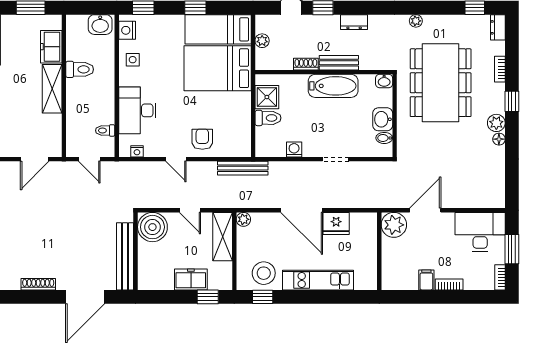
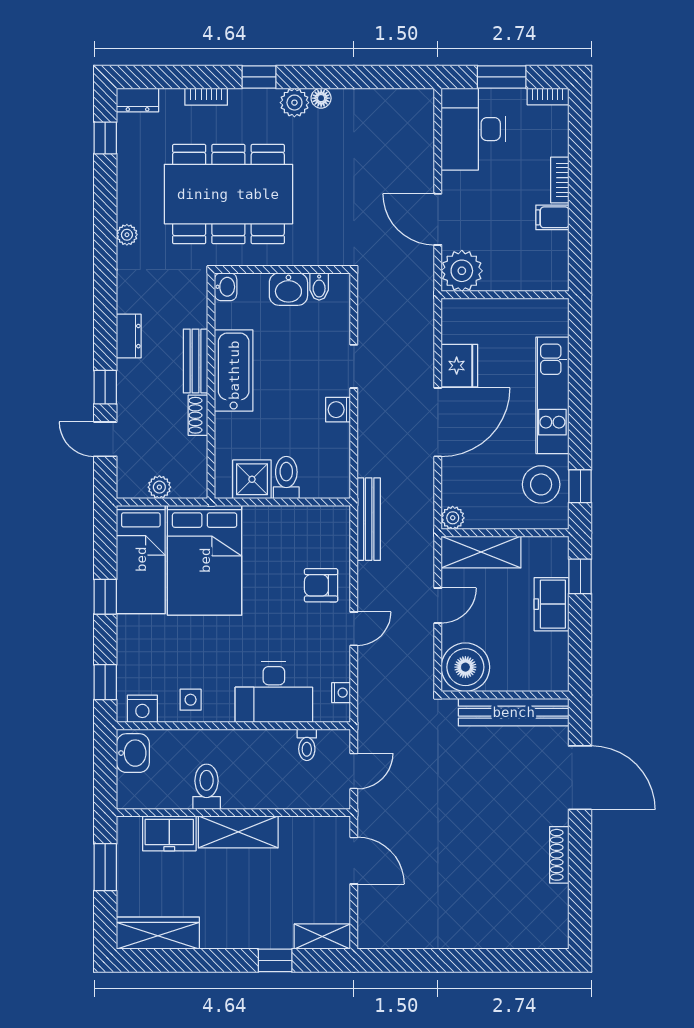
washing machine: (294, 150) -> (338, 410), moved

